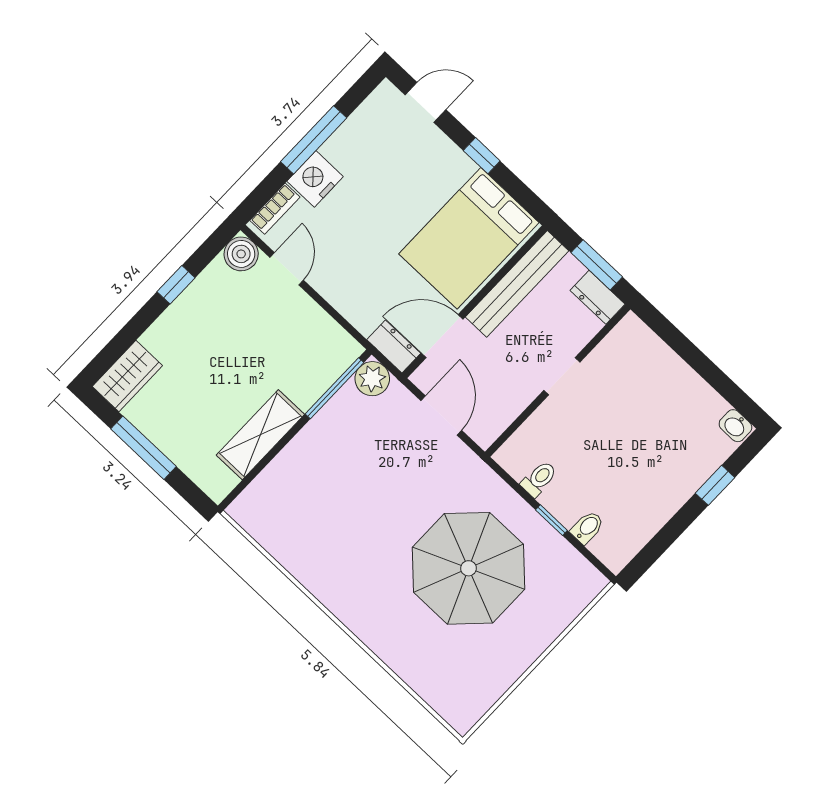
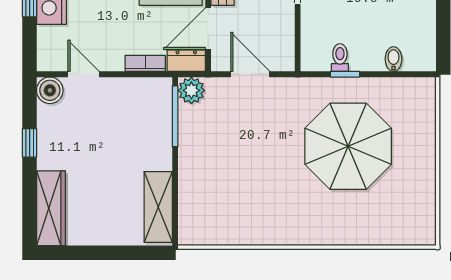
bookcase: (275, 209) -> (145, 63), moved, turned -90
wardrobe: (127, 376) -> (51, 208), width x1.50
shelving: (260, 435) -> (158, 207), moved
window: (143, 448) -> (99, 253), removed
window: (551, 520) -> (345, 74), moved

